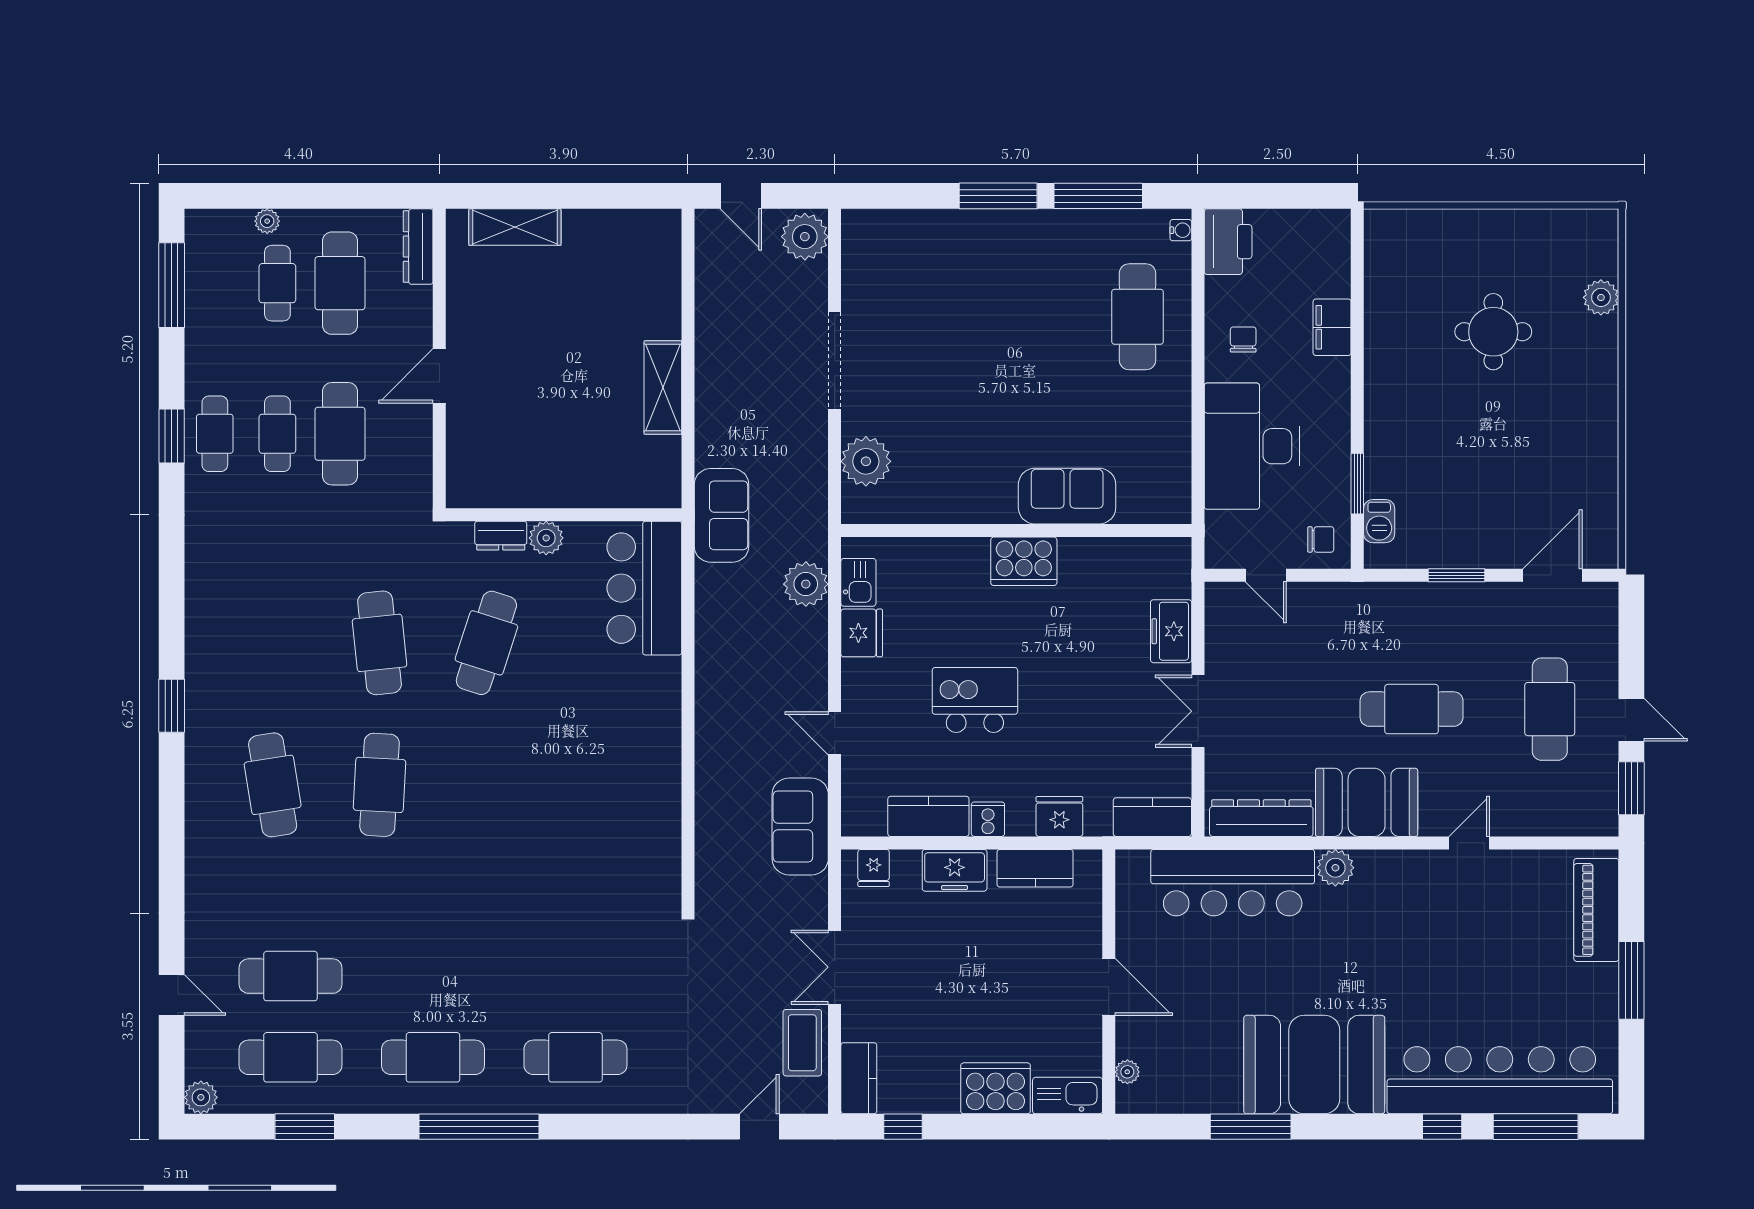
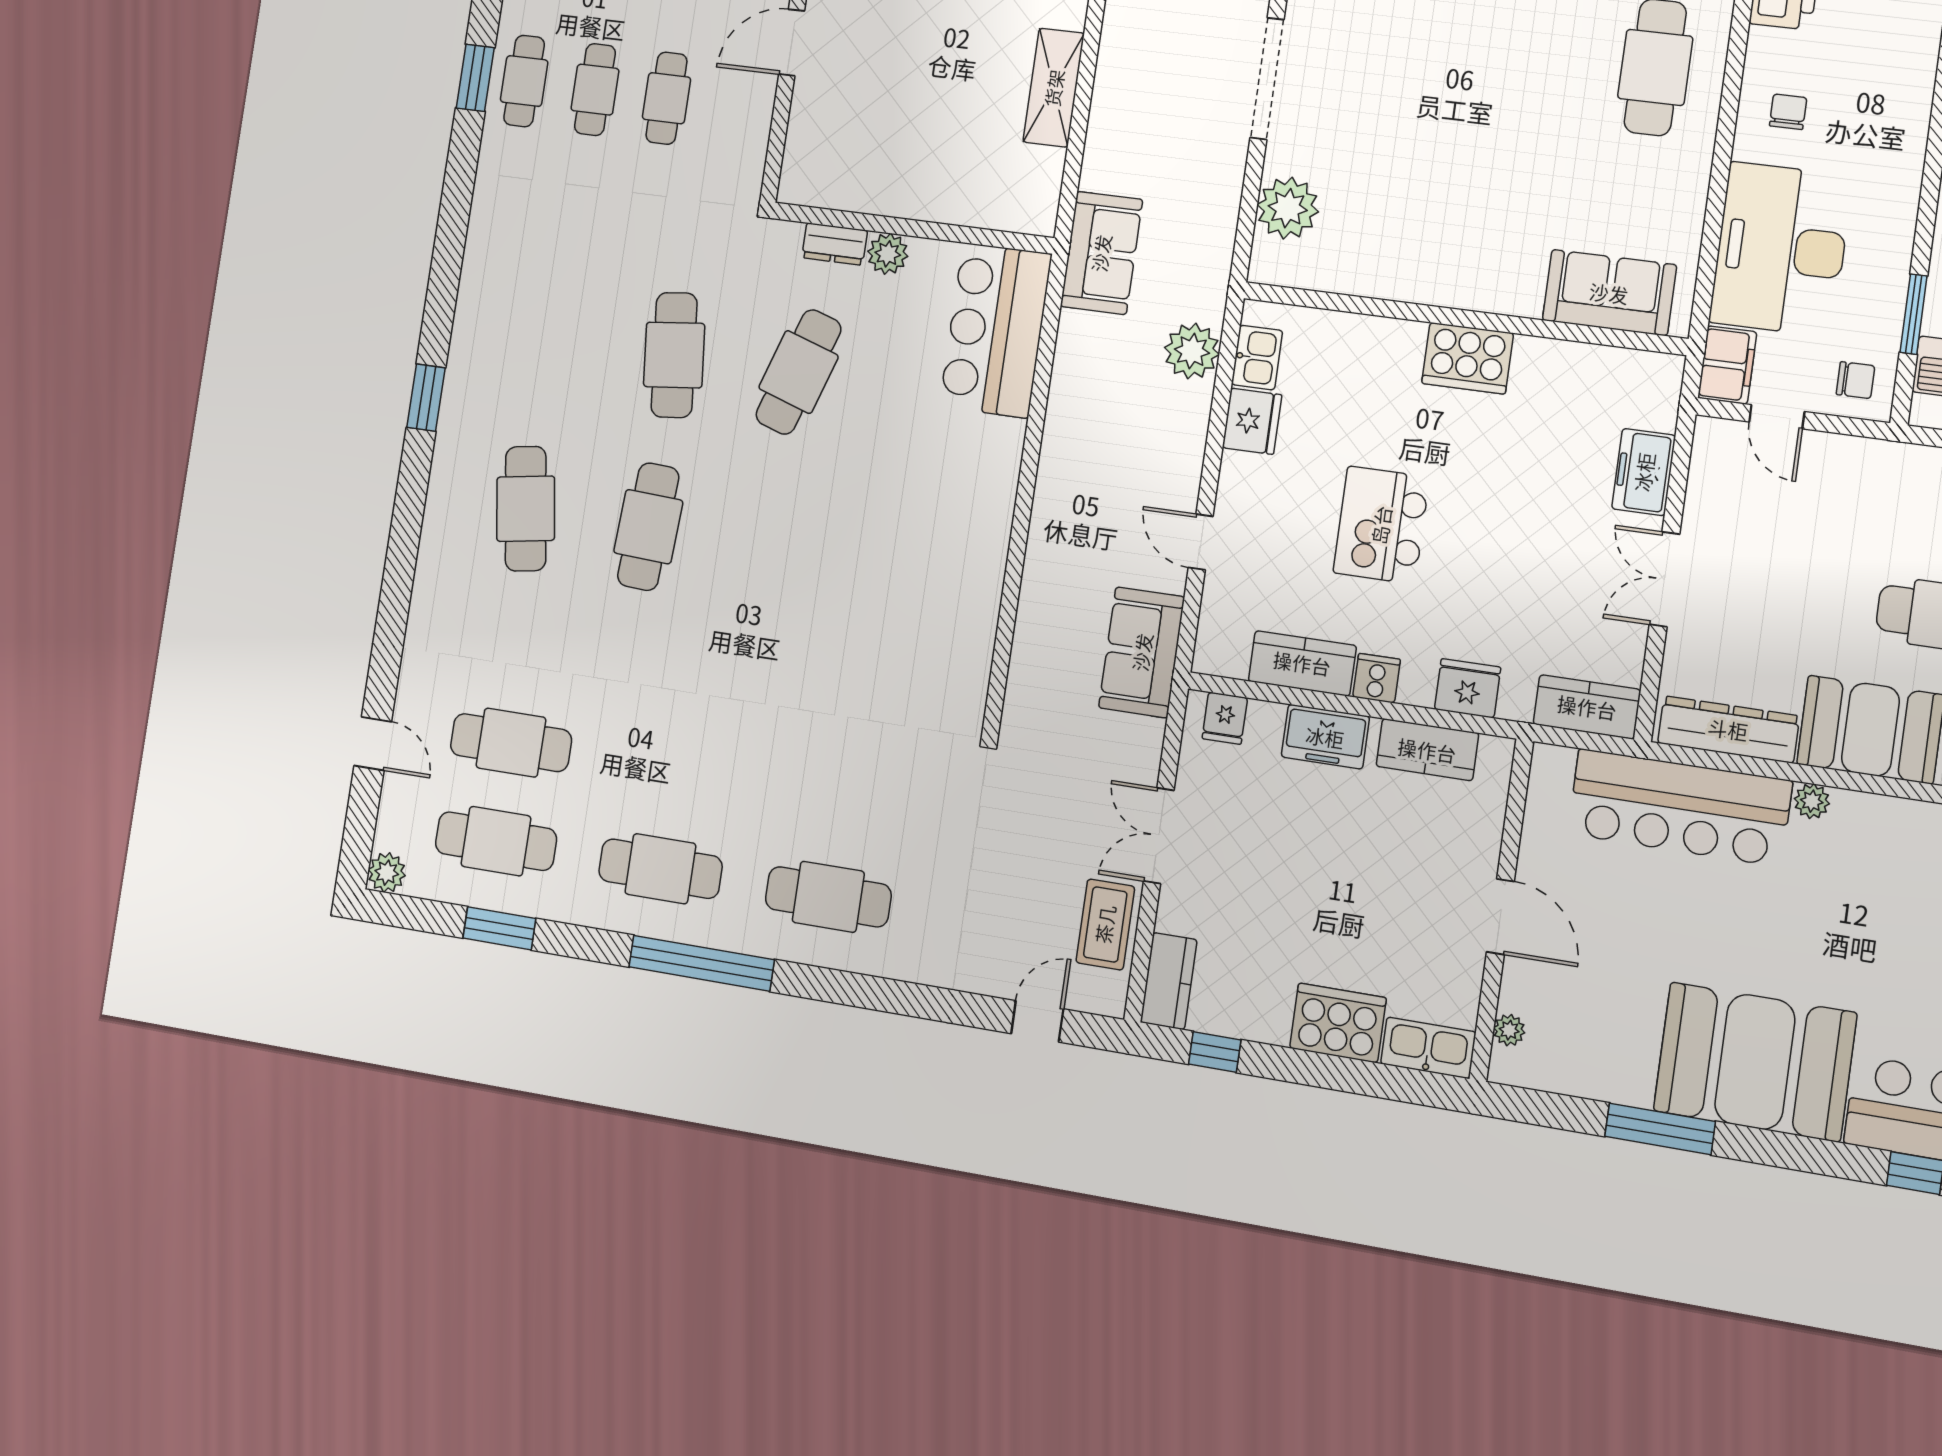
filing cabinet: (1332, 327) -> (1727, 365), moved, turned 180
cafe table: (340, 434) -> (666, 98), width x0.73, depth x0.74
sofa: (1067, 496) -> (1609, 293), moved
kitchen island: (975, 700) -> (1381, 525), turned -90
plant: (1335, 868) -> (1812, 801), width x0.73, depth x0.73

